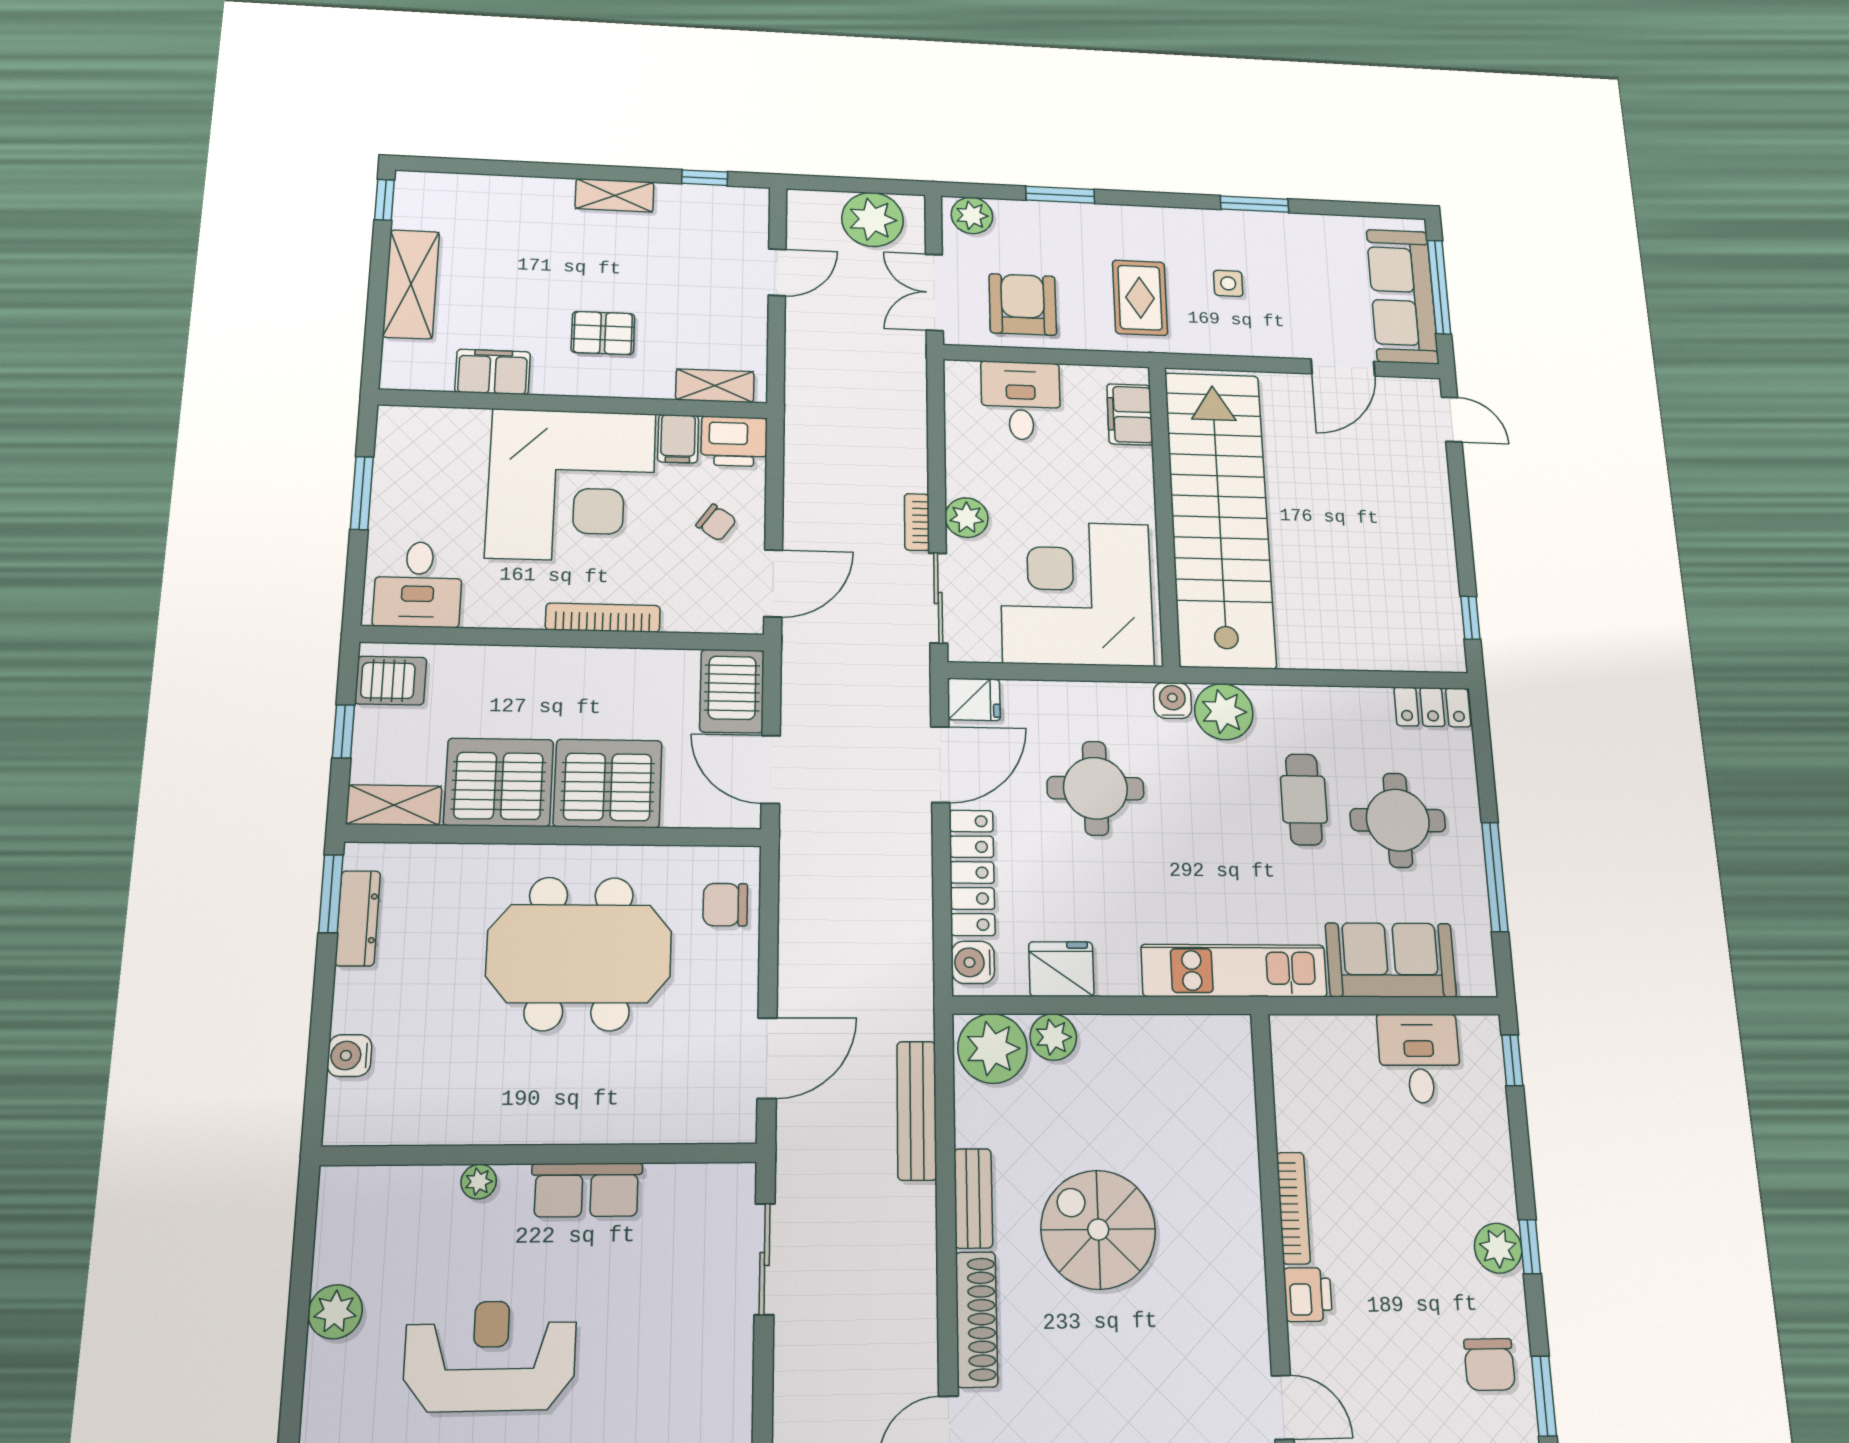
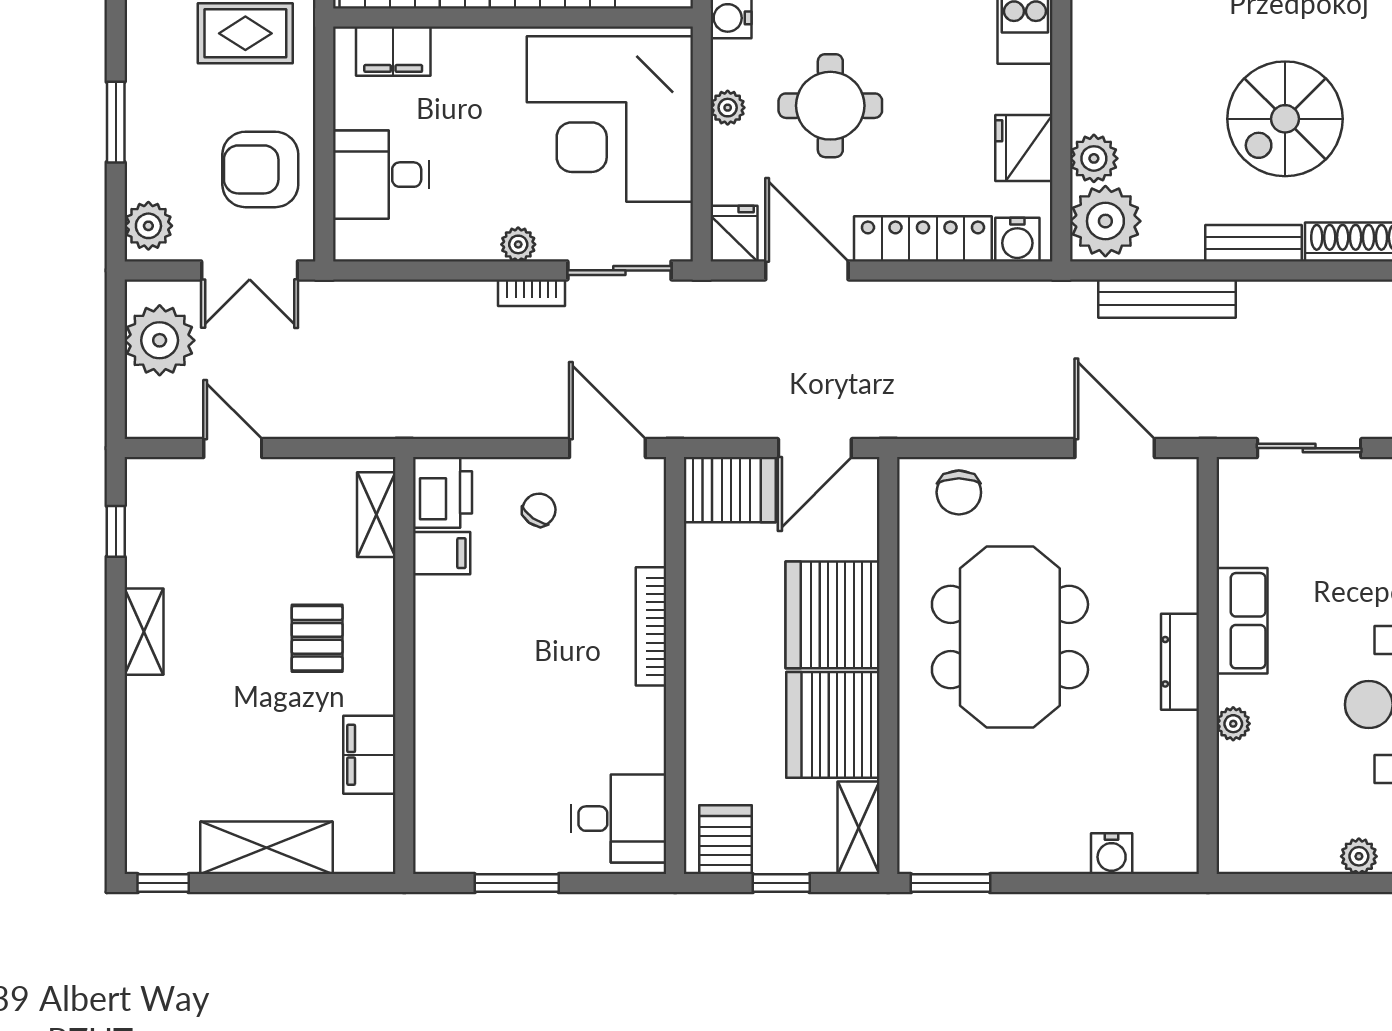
corner desk: (571, 485) -> (500, 665), removed
plant: (967, 518) -> (518, 244), width x0.73, depth x0.73
plant: (1090, 696) -> (728, 108), added
dresser: (358, 918) -> (1180, 662), moved, turned -90
plant: (335, 1312) -> (1359, 856), width x0.73, depth x0.73

